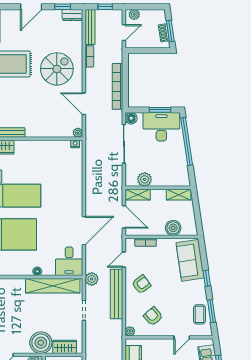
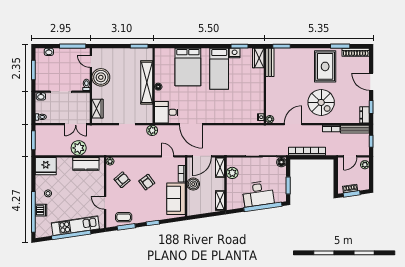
door: (124, 33) -> (350, 156), hinge flipped
desk: (161, 127) -> (258, 194), moved, turned 82
boiler: (173, 228) -> (193, 184), moved
sofa: (190, 260) -> (176, 199), moved, turned -82
armchair: (141, 284) -> (147, 182), moved
shelving: (53, 286) -> (147, 82), moved
bench: (117, 294) -> (140, 150), removed
boiler: (41, 343) -> (101, 77), moved

